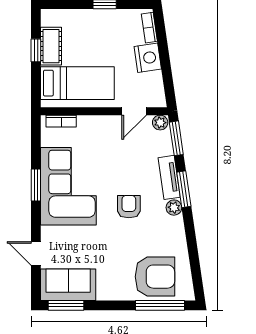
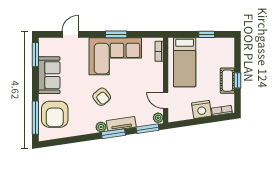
cot: (51, 46) -> (227, 81), moved, turned 90
armchair: (129, 207) -> (102, 97), turned 51
sofa: (68, 285) -> (49, 75), moved

